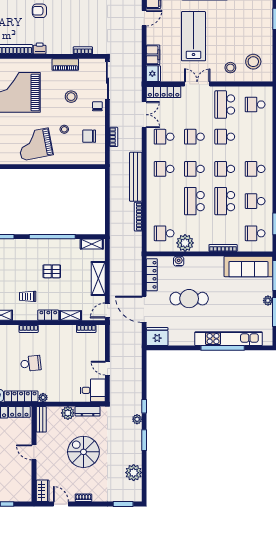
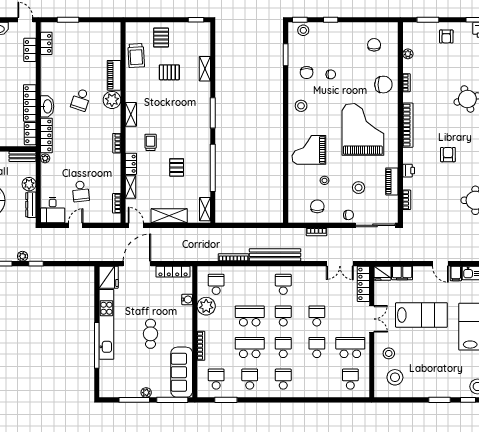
printer: (40, 49) -> (409, 171), moved
school desk: (164, 137) -> (317, 284), removed
grand piano: (35, 144) -> (309, 150), turned -79
cafe table: (189, 299) -> (150, 334), moved, width x0.73, depth x0.74
kitchen unit: (229, 339) -> (106, 324), moved
school desk: (31, 363) -> (81, 191), moved

